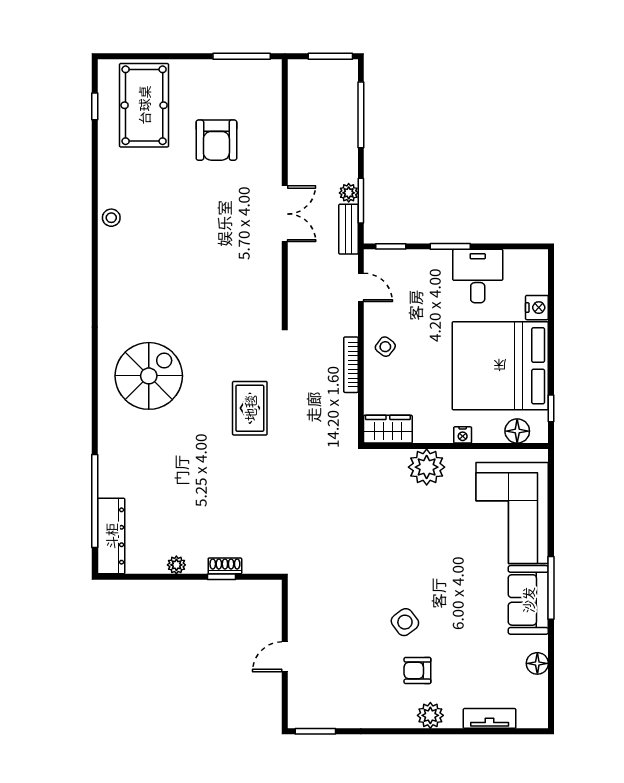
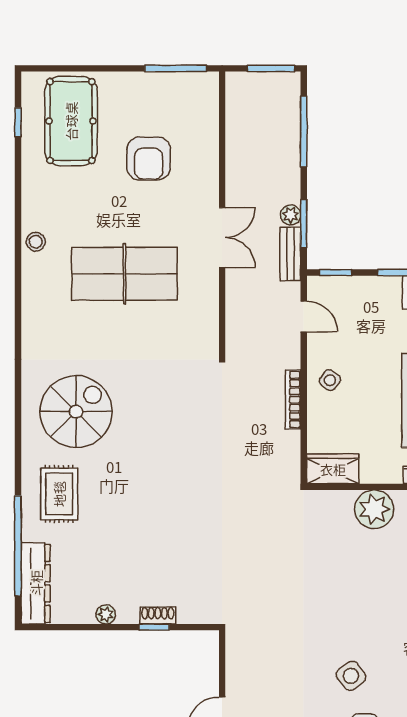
table tennis table: (194, 248) -> (124, 274), added
rug: (250, 408) -> (59, 494), moved

